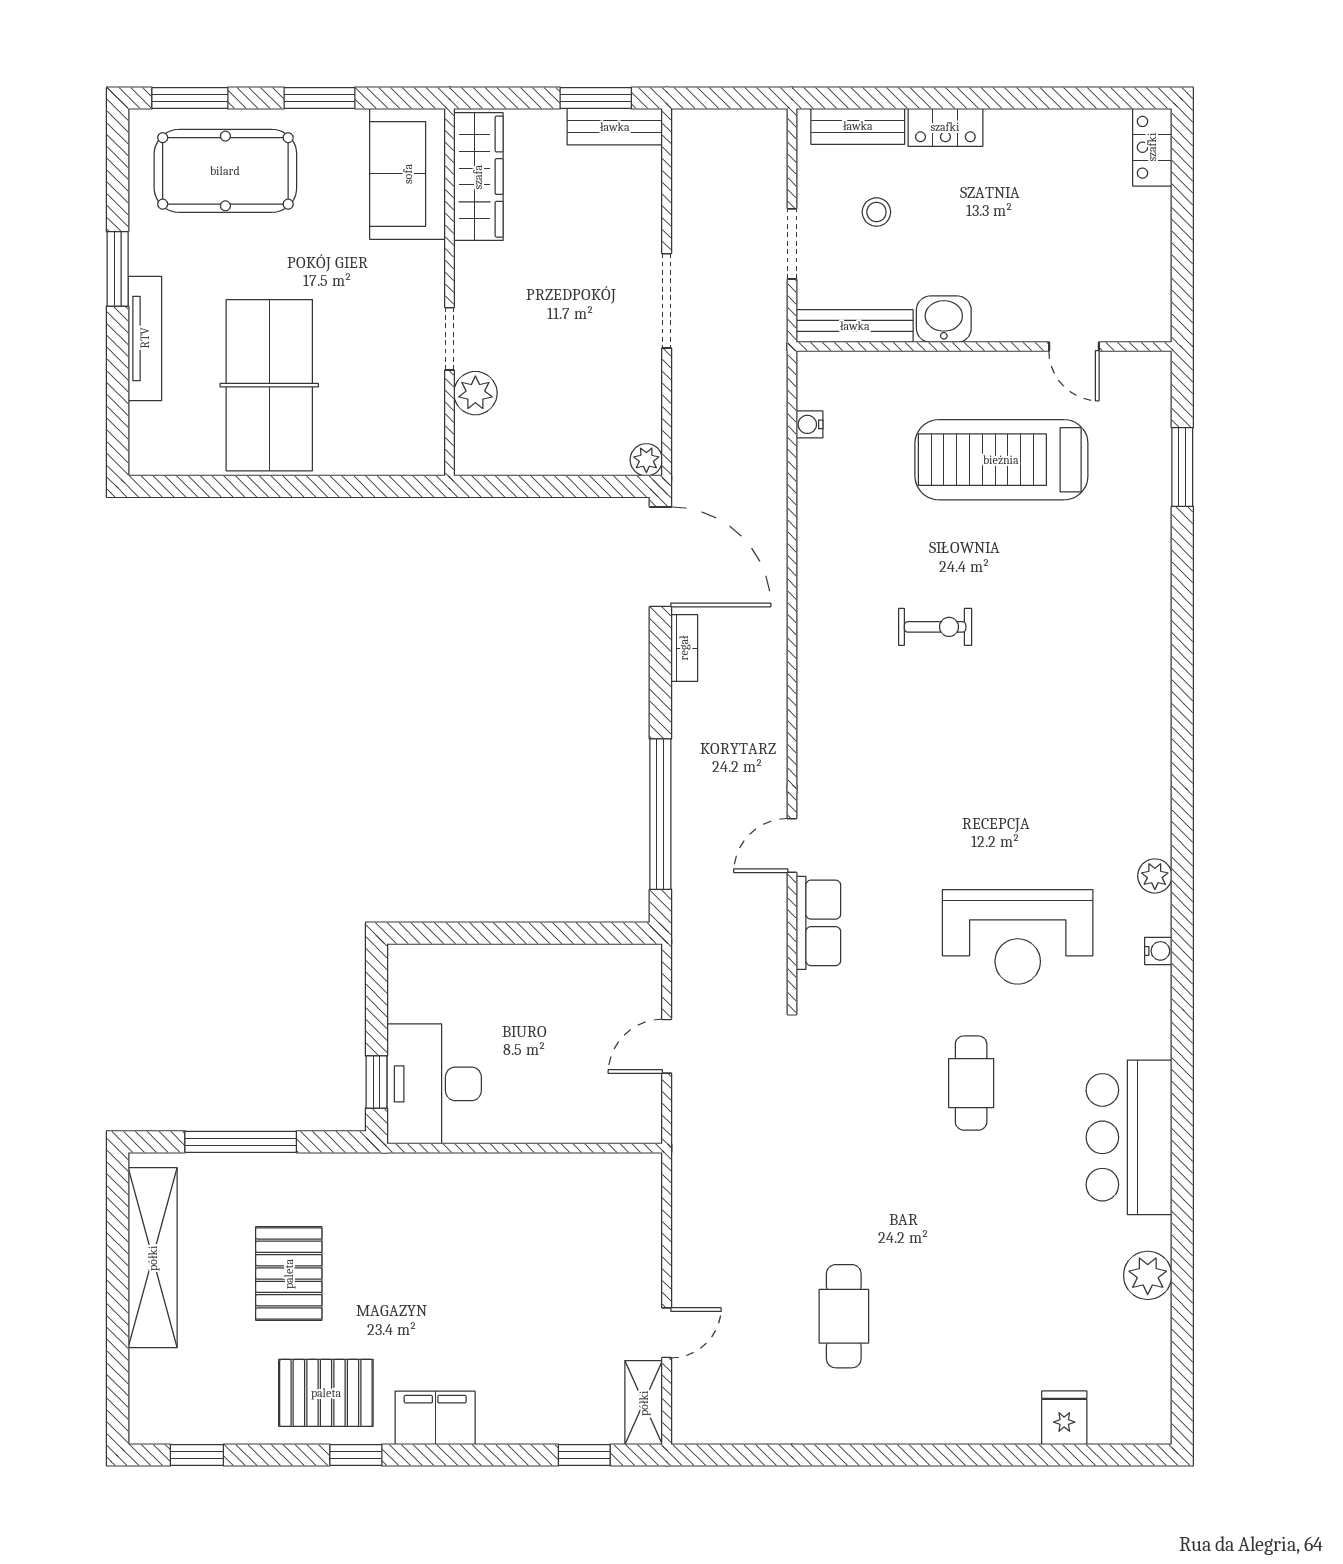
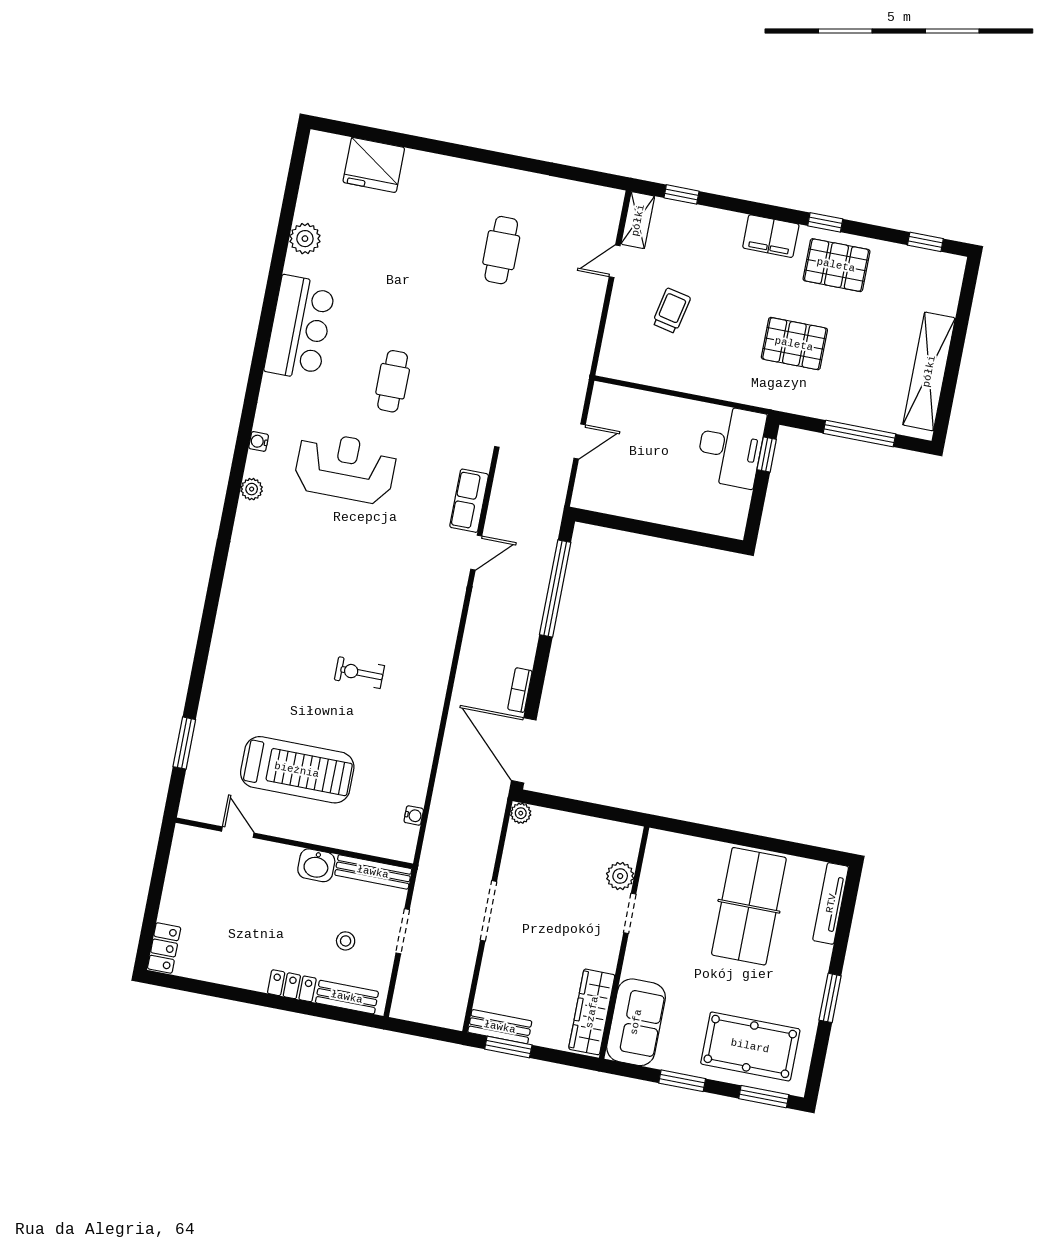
tv unit: (145, 338) -> (831, 903), moved
pallet: (289, 1274) -> (794, 344), moved, turned 90
trolley: (565, 1274) -> (671, 311), added
fridge: (1064, 1418) -> (374, 165), width x1.88, depth x1.34

